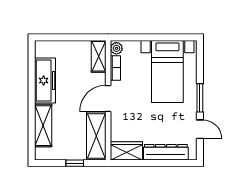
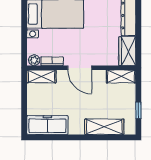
freezer: (45, 81) -> (47, 125), moved
shelving: (96, 136) -> (121, 76), width x0.67, depth x0.75
window: (75, 163) -> (138, 110), moved

